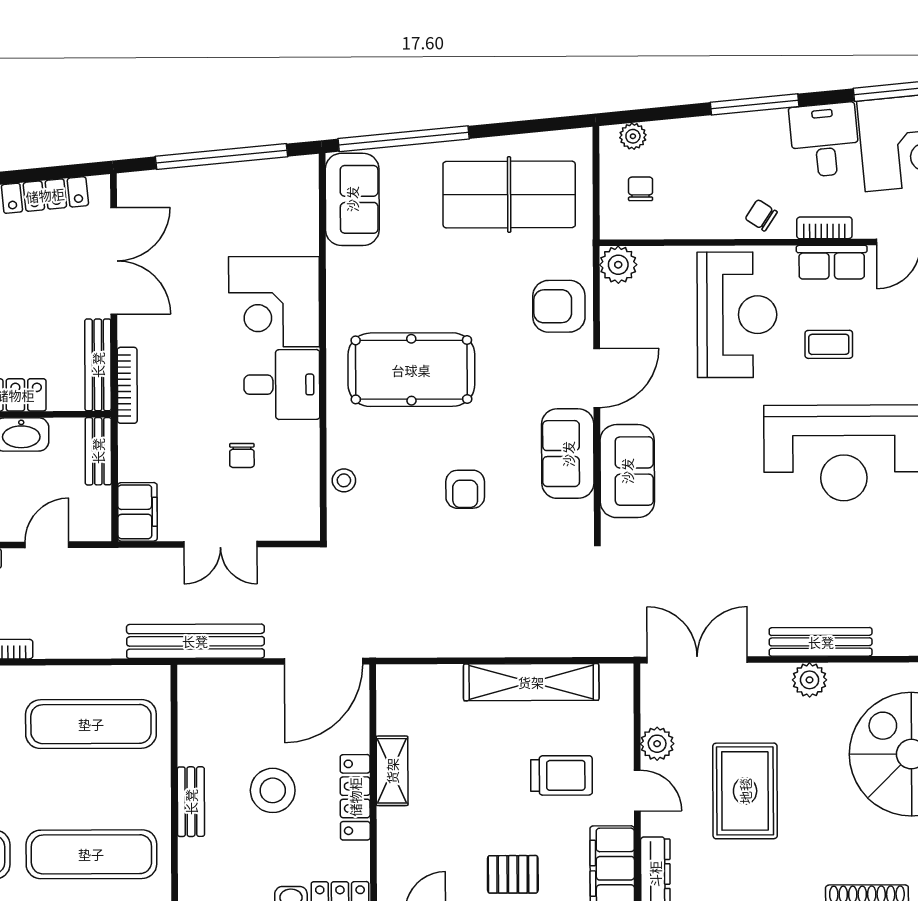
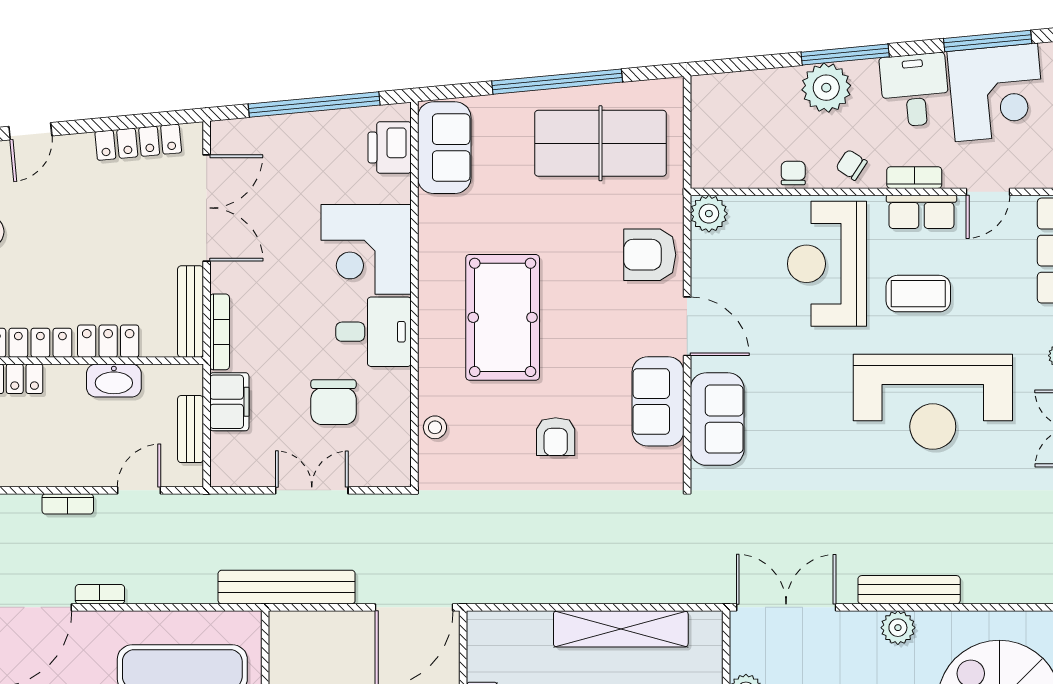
plant: (633, 136) -> (826, 88), moved, width x1.88, depth x1.88
window: (404, 139) -> (557, 82), moved
chair: (641, 189) -> (793, 173), moved
printer: (297, 199) -> (390, 147), added
reception desk: (737, 315) -> (827, 264), turned 180
coffee table: (829, 344) -> (918, 294), width x1.36, depth x1.30
pool table: (411, 370) -> (503, 317), turned 90
door: (597, 378) -> (687, 326), hinge flipped
bench: (98, 451) -> (190, 429), moved
chair: (242, 455) -> (333, 402), width x1.87, depth x1.87
filing cabinet: (137, 512) -> (229, 402), moved
double door: (220, 544) -> (312, 490), swing flipped

